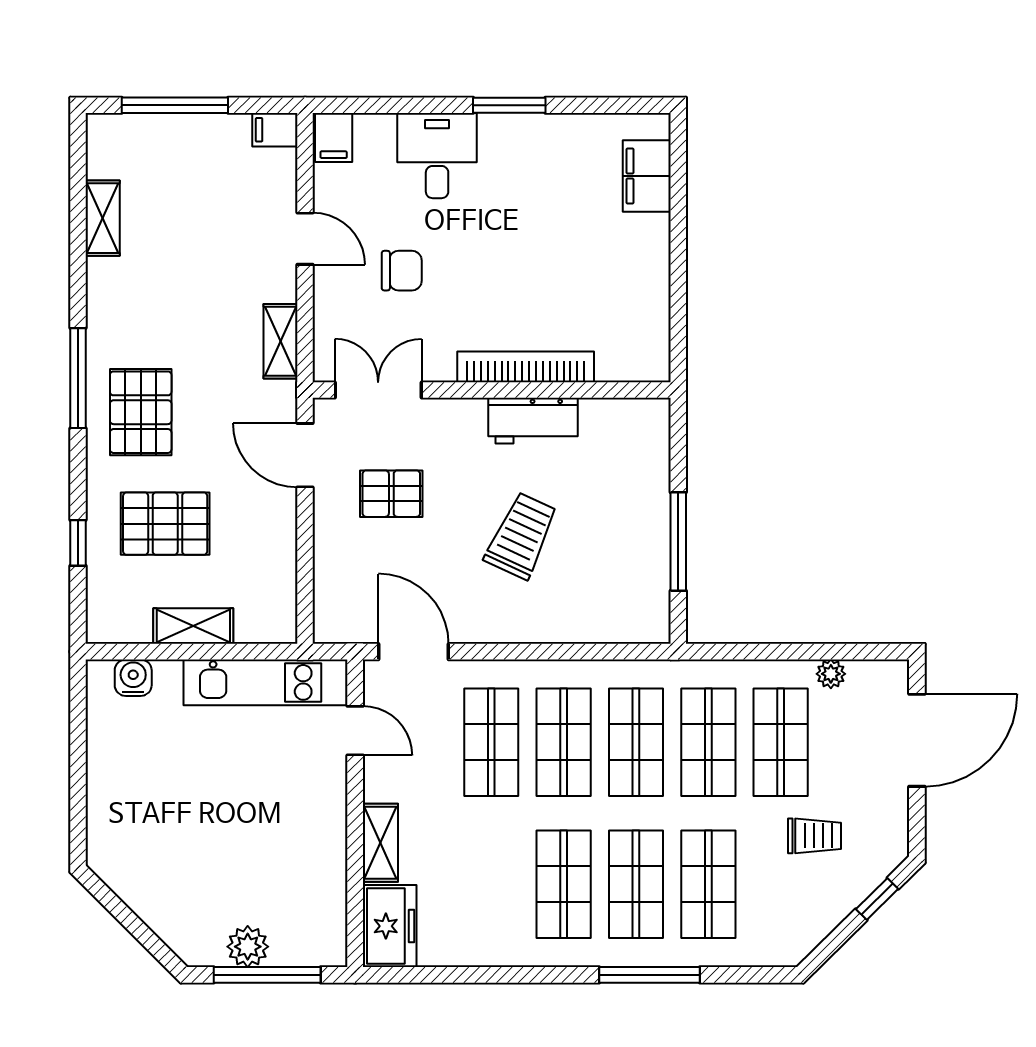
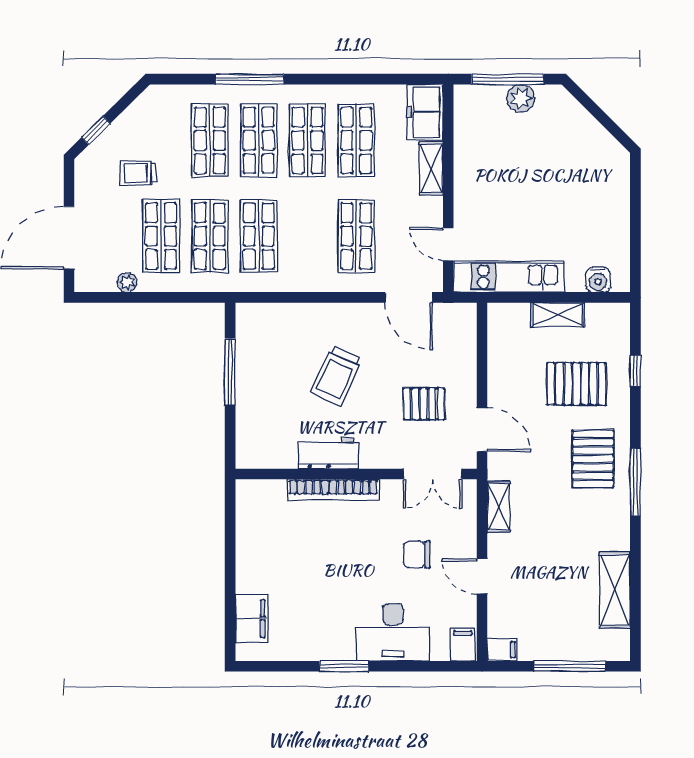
desk: (437, 156) -> (393, 632), width x1.37
shelving: (103, 218) -> (615, 590), width x1.50, depth x1.33
shop shelf: (564, 742) -> (356, 140), moved

